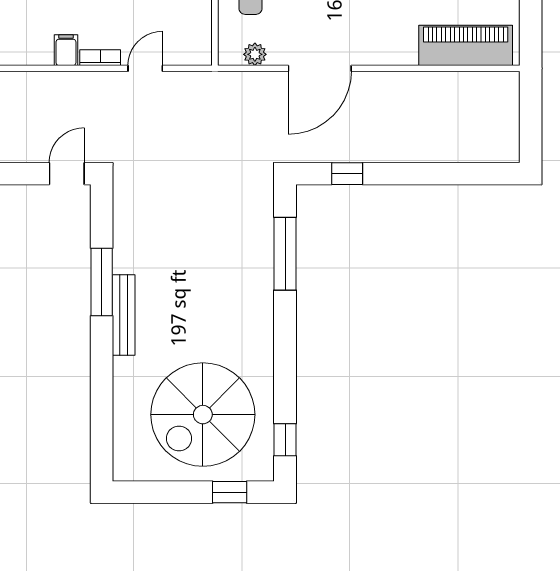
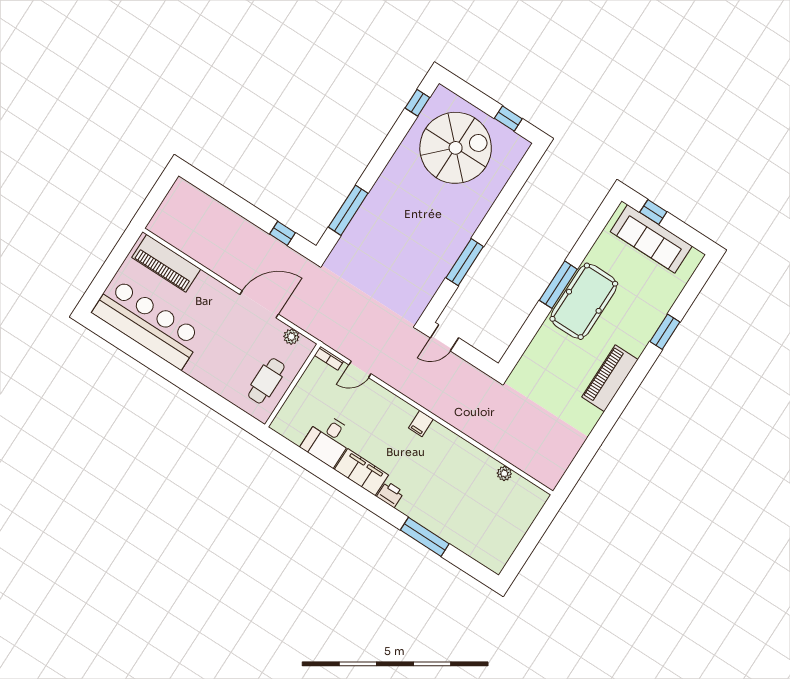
filing cabinet: (66, 50) -> (421, 423), moved
bookcase: (100, 58) -> (329, 358), moved
bench: (124, 315) -> (464, 235), removed
window: (230, 492) -> (508, 119), moved

